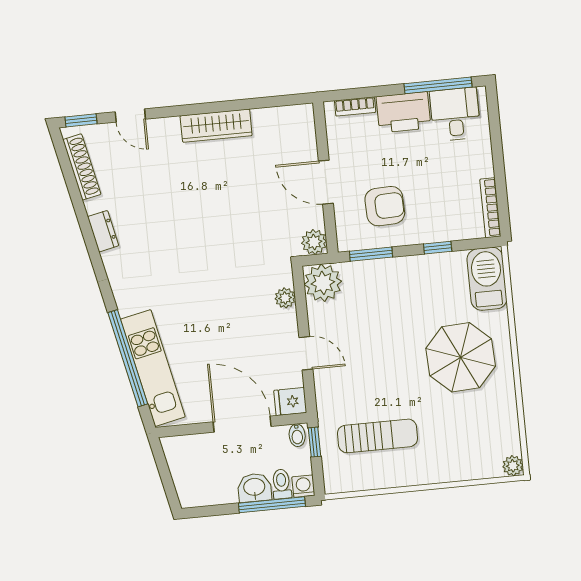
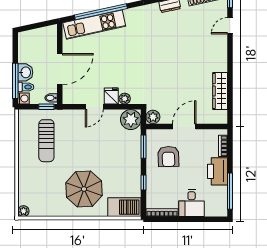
desk: (455, 114) -> (192, 203), moved, turned 90
wardrobe: (216, 126) -> (220, 91), moved
fridge: (290, 402) -> (111, 96), moved

